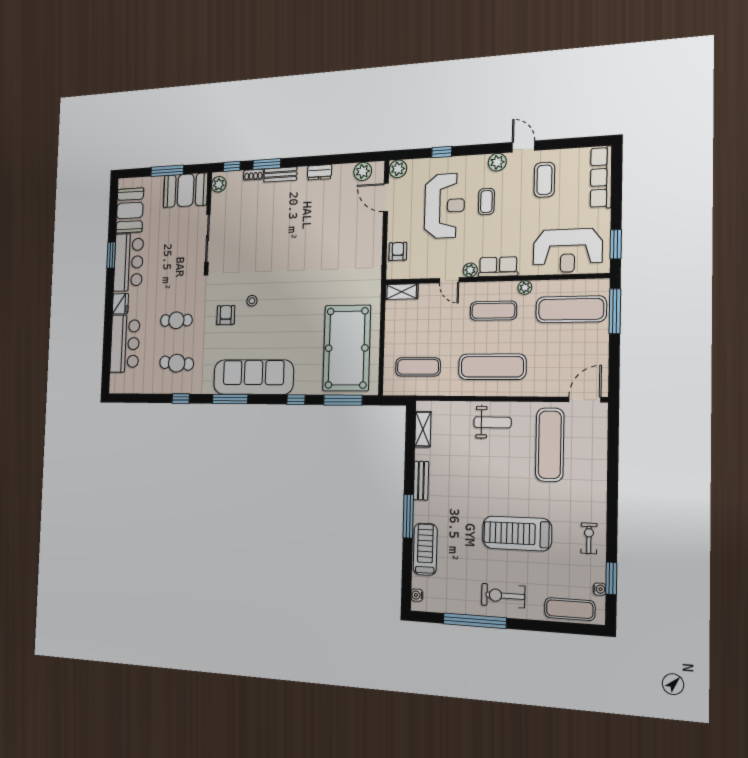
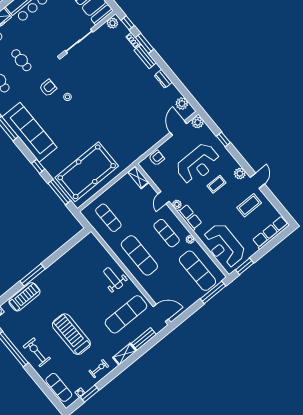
weight bench: (492, 422) -> (113, 278), turned 180
shelving: (423, 429) -> (125, 354), moved
bench: (421, 481) -> (144, 339), moved

